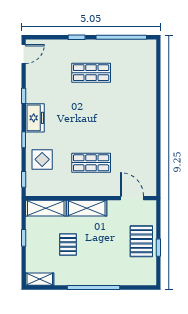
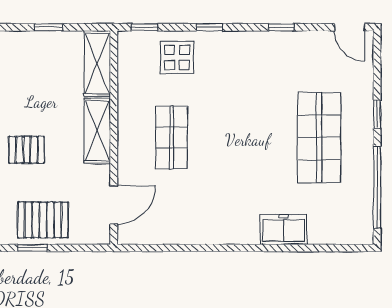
shop shelf: (91, 73) -> (319, 138), width x1.43, depth x1.36
freezer: (35, 118) -> (283, 229), moved, turned 180
pallet: (68, 245) -> (27, 150), moved

